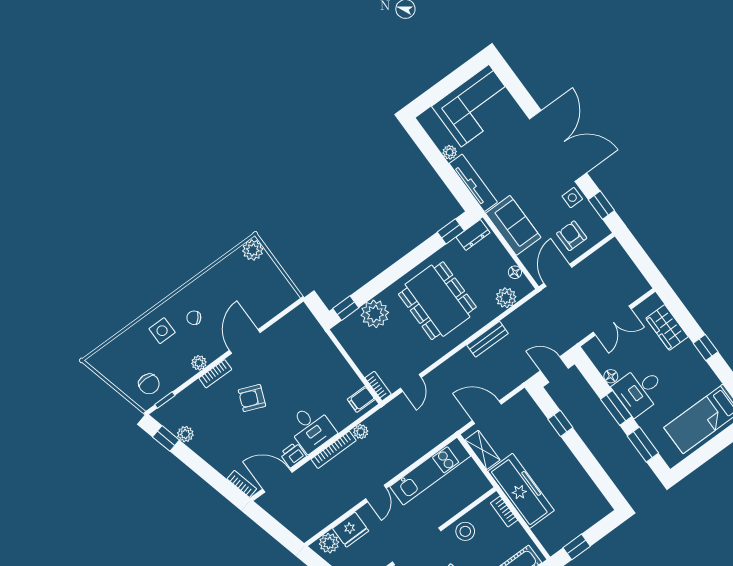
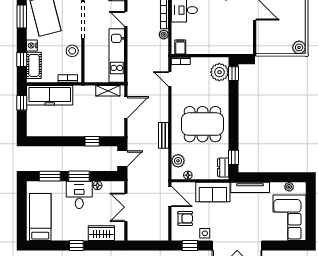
plant: (450, 152) -> (289, 187), moved
plant: (375, 314) -> (219, 72), moved
freezer: (521, 491) -> (50, 95), moved

